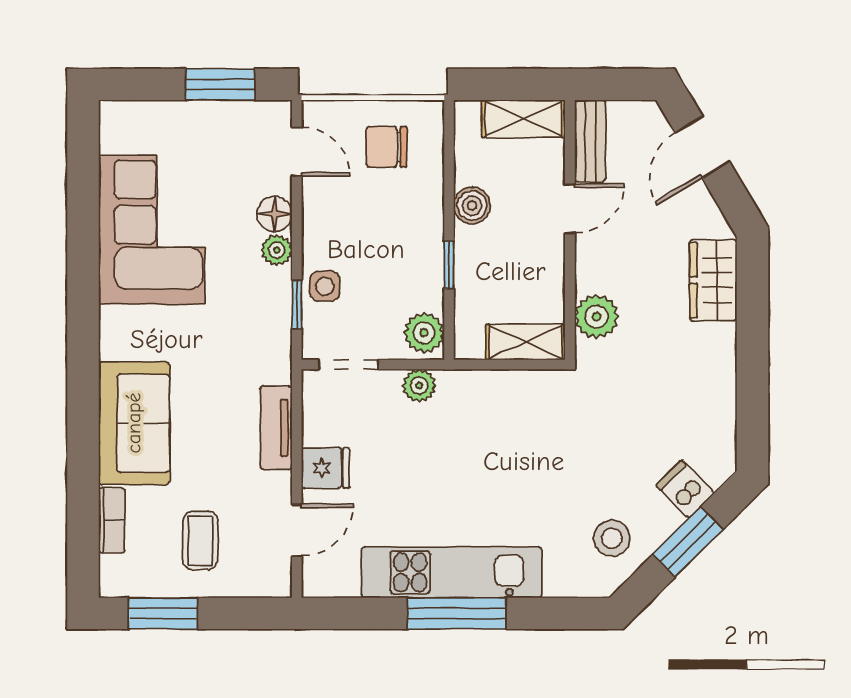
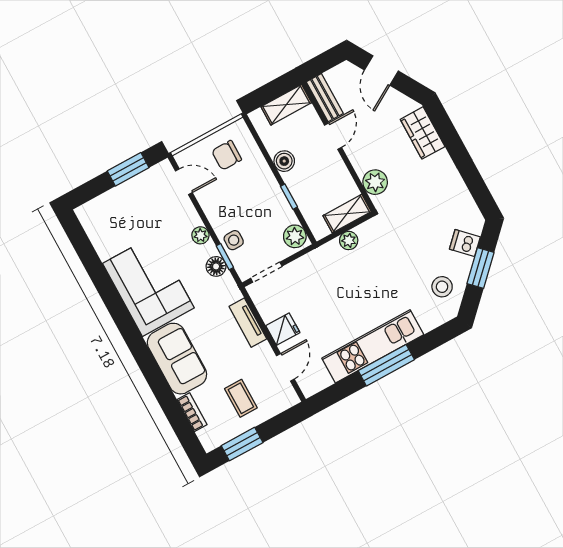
floor lamp: (274, 214) -> (216, 266), moved
corner sofa: (152, 230) -> (148, 286), moved
plant: (419, 386) -> (349, 241), moved

